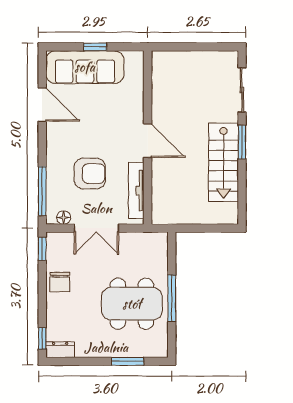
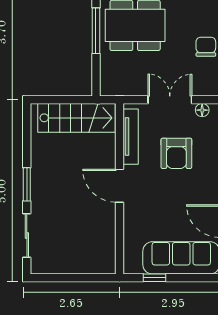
window: (95, 47) -> (154, 278), moved
stairs: (224, 162) -> (77, 118), moved, turned 90
armchair: (90, 174) -> (176, 153), turned -90

